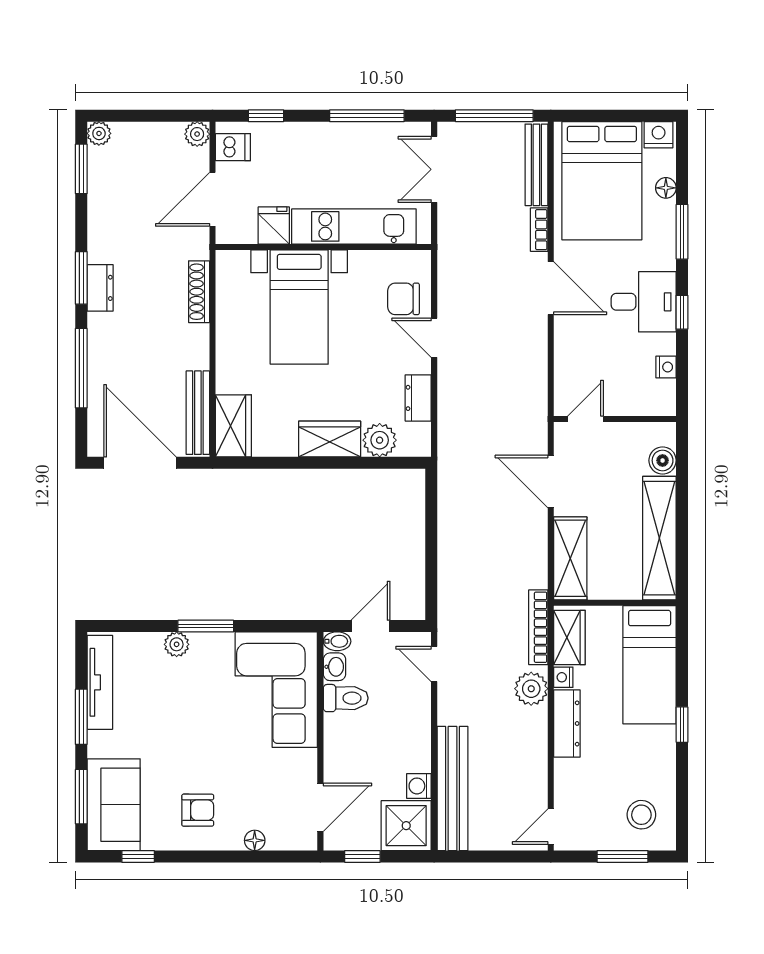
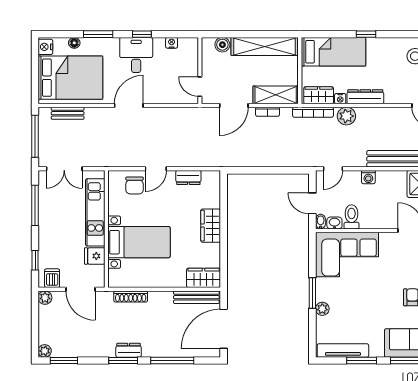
bench: (536, 165) -> (68, 113), width x0.73
bookcase: (539, 230) -> (268, 112), moved
plant: (380, 440) -> (211, 198), removed
washing machine: (419, 786) -> (368, 177), moved

